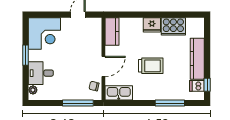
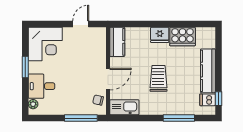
trolley: (151, 66) -> (158, 78), turned -90

